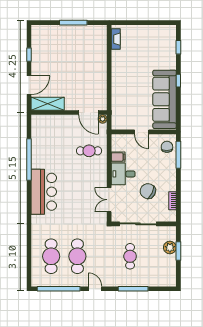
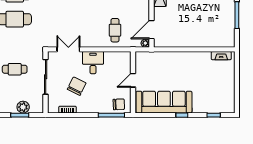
filing cabinet: (118, 157) -> (109, 58), removed

